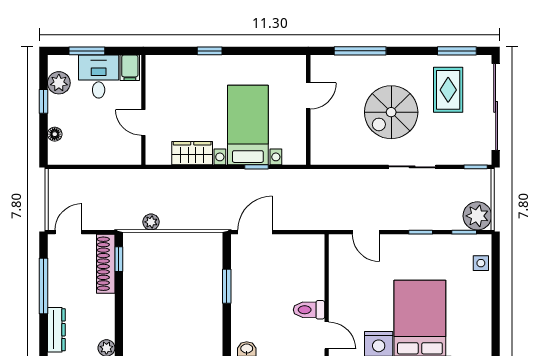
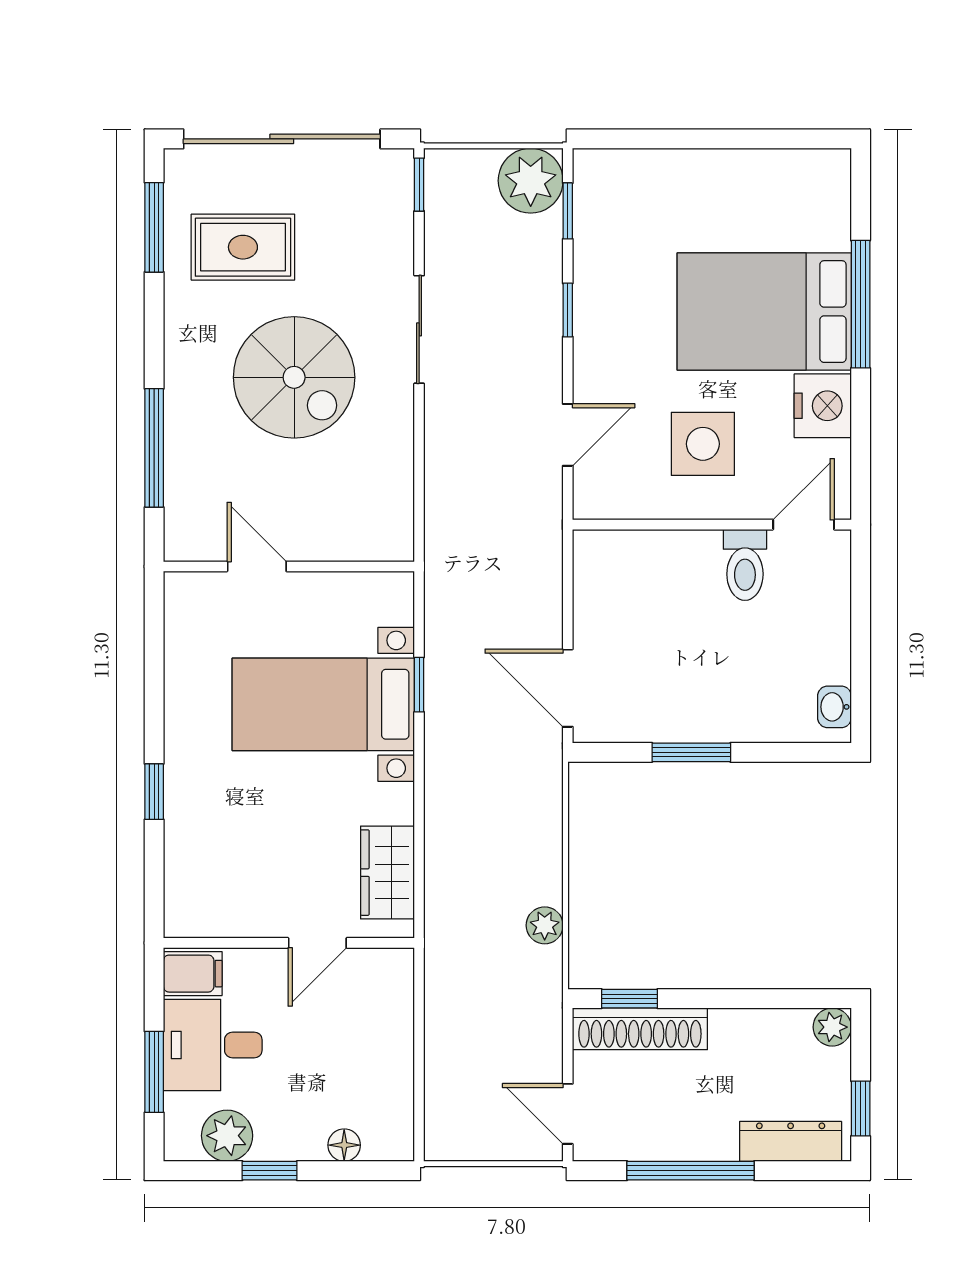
wardrobe: (192, 153) -> (387, 873), moved
side table: (481, 263) -> (703, 444), moved, width x1.87, depth x1.87

